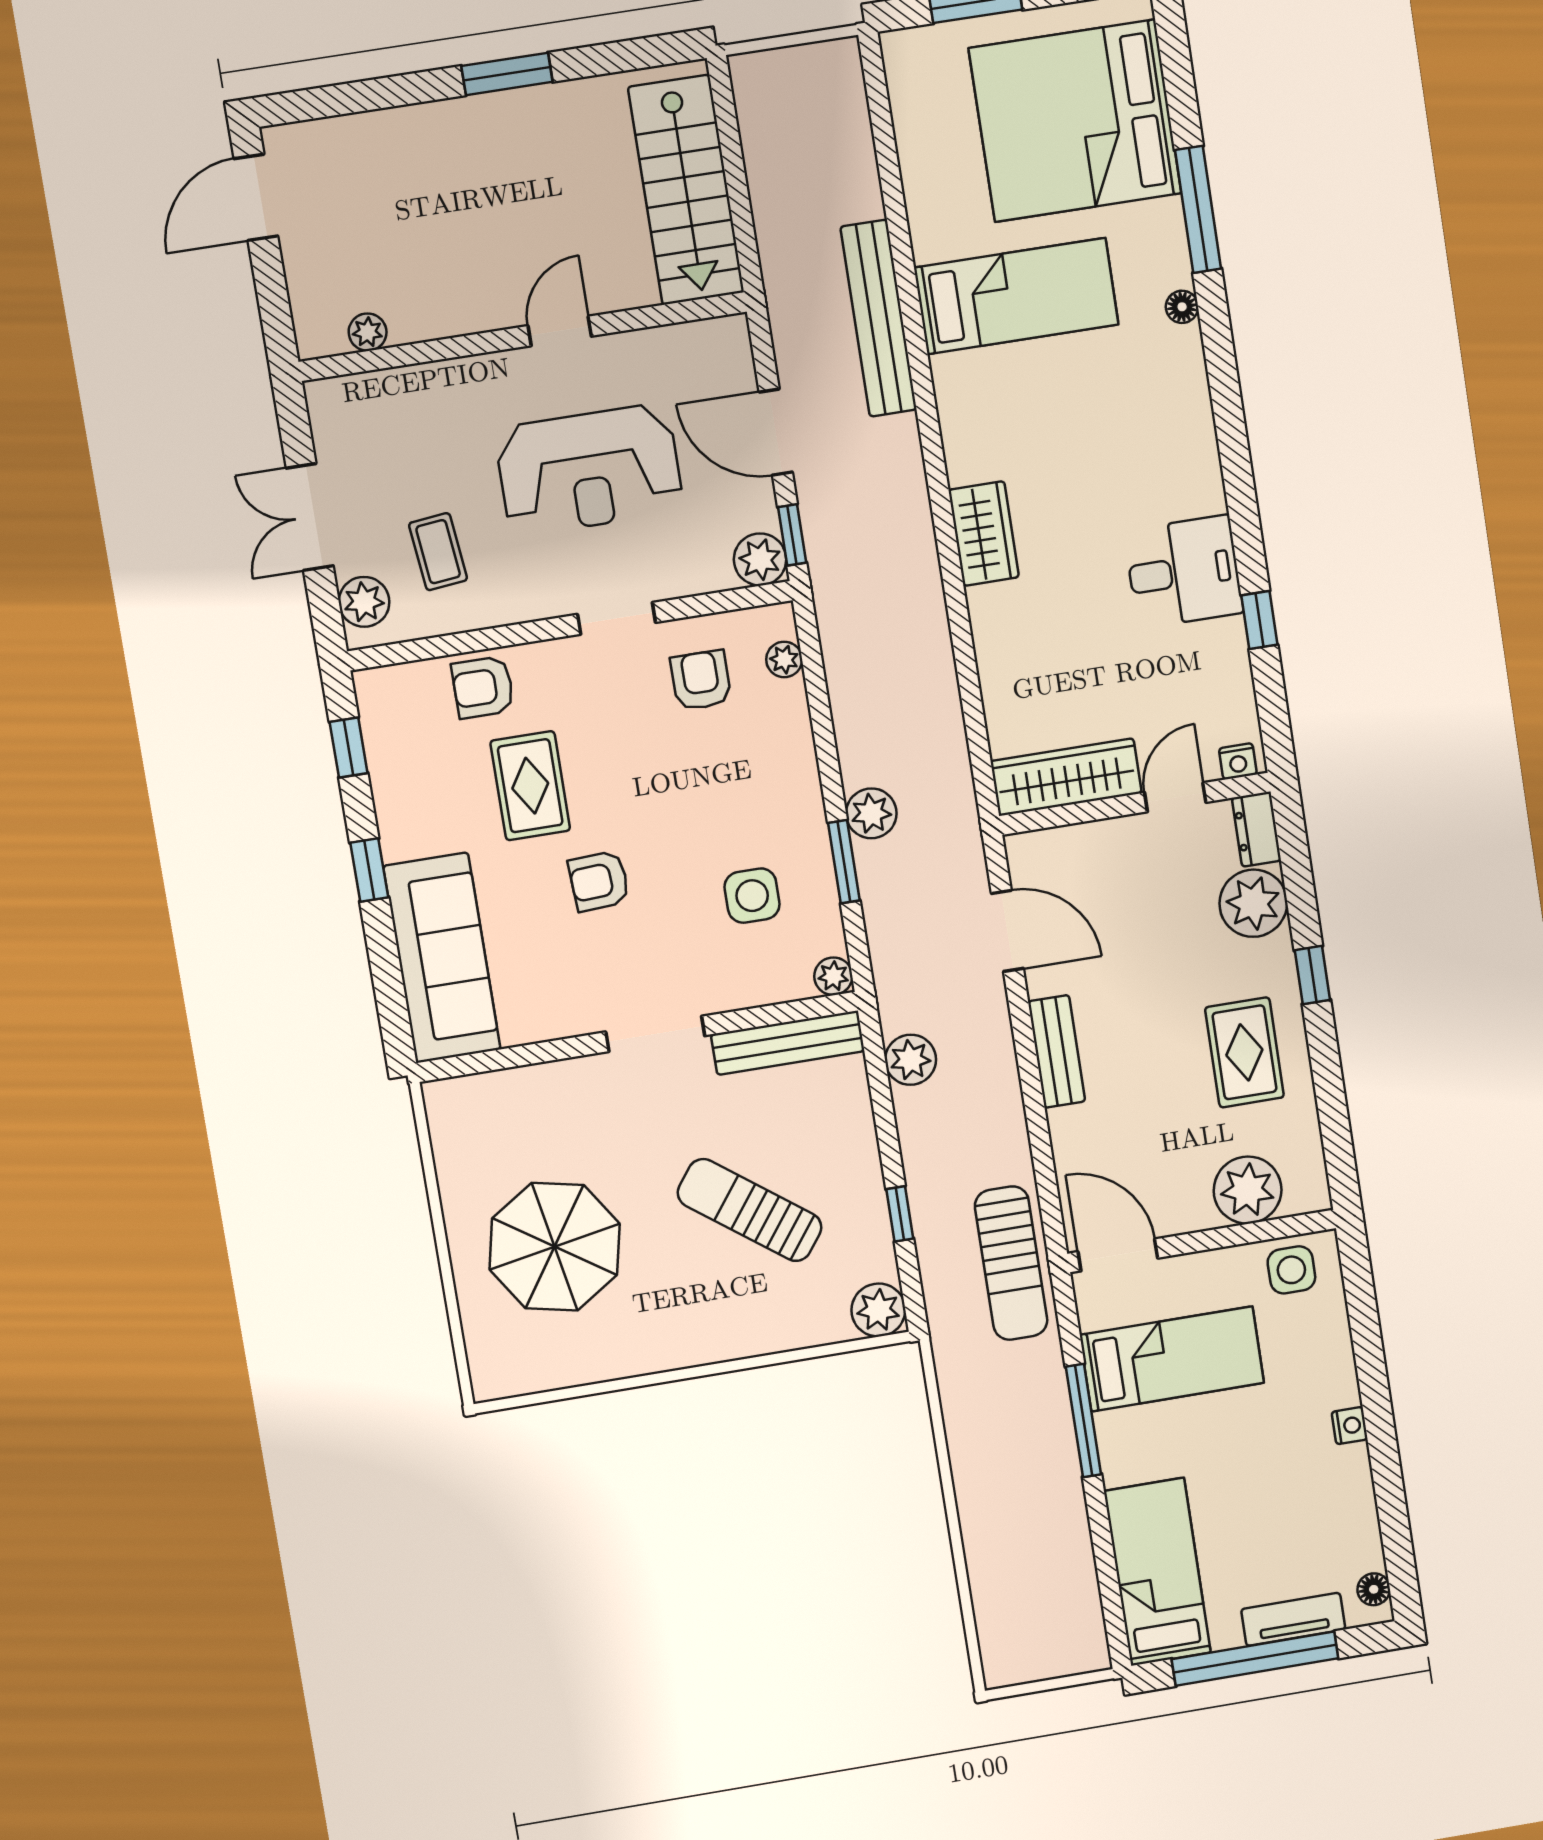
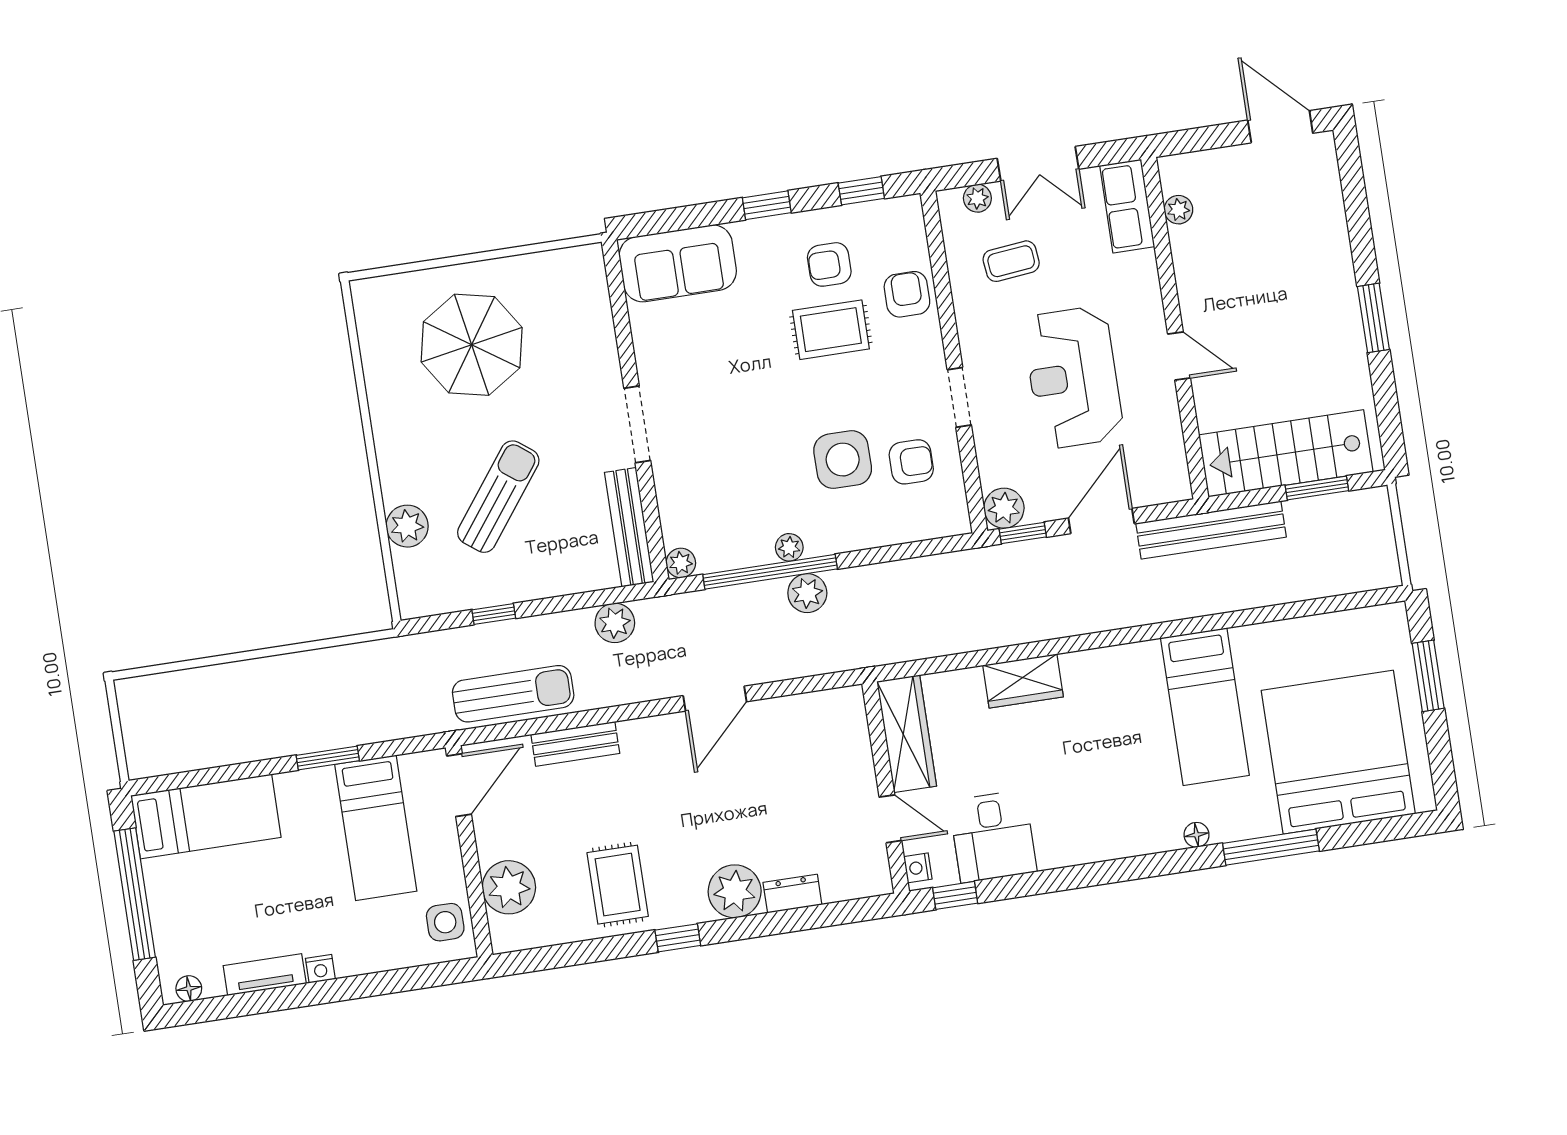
window: (731, 149) -> (1317, 488), added
bench: (879, 318) -> (1211, 530), moved
row of seats: (364, 400) -> (1127, 206), added
double door: (310, 517) -> (1038, 164), swing flipped
plant: (364, 602) -> (977, 198), width x0.73, depth x0.73
plant: (784, 659) -> (789, 547), moved
nightstand: (1238, 761) -> (918, 868), moved
wardrobe: (1066, 777) -> (907, 734), moved
door: (1175, 797) -> (890, 819), moved
wall: (1135, 804) -> (886, 787), moved
window: (844, 862) -> (770, 572), width x2.11
armchair: (599, 881) -> (829, 264), moved, turned -87
side table: (752, 896) -> (843, 460), moved, width x1.37, depth x1.37
sofa: (442, 958) -> (678, 263), width x0.73
bench: (1057, 1051) -> (575, 744), moved
rug: (1244, 1052) -> (618, 885), turned 90
sun lounger: (1011, 1263) -> (513, 694), moved, turned 180
plant: (878, 1310) -> (407, 526), moved
window: (1083, 1421) -> (328, 758), width x0.69
tv unit: (1293, 1619) -> (265, 975), moved, turned -90

